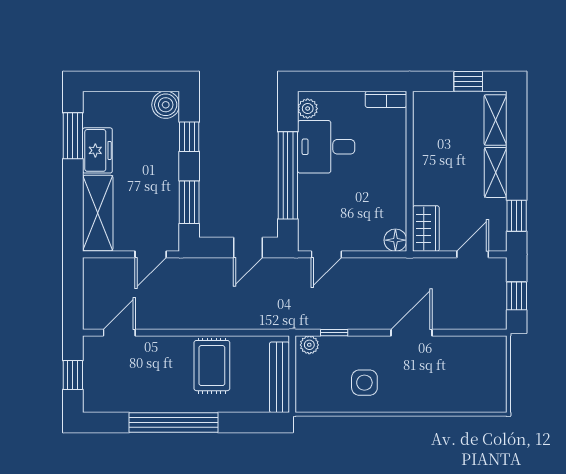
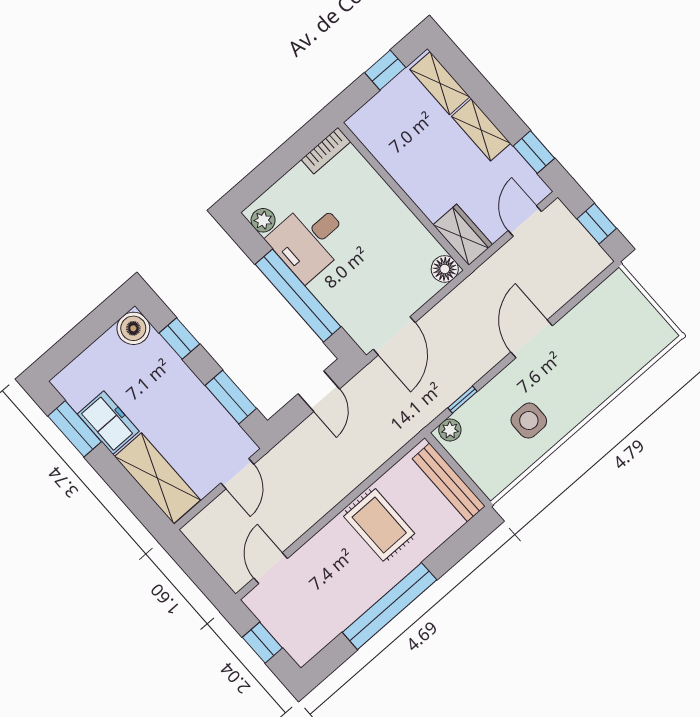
door: (326, 254) -> (394, 336), width x1.37

